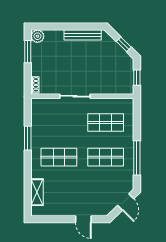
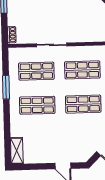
shop shelf: (59, 122) -> (36, 71), added
shelving: (37, 192) -> (17, 151), moved

